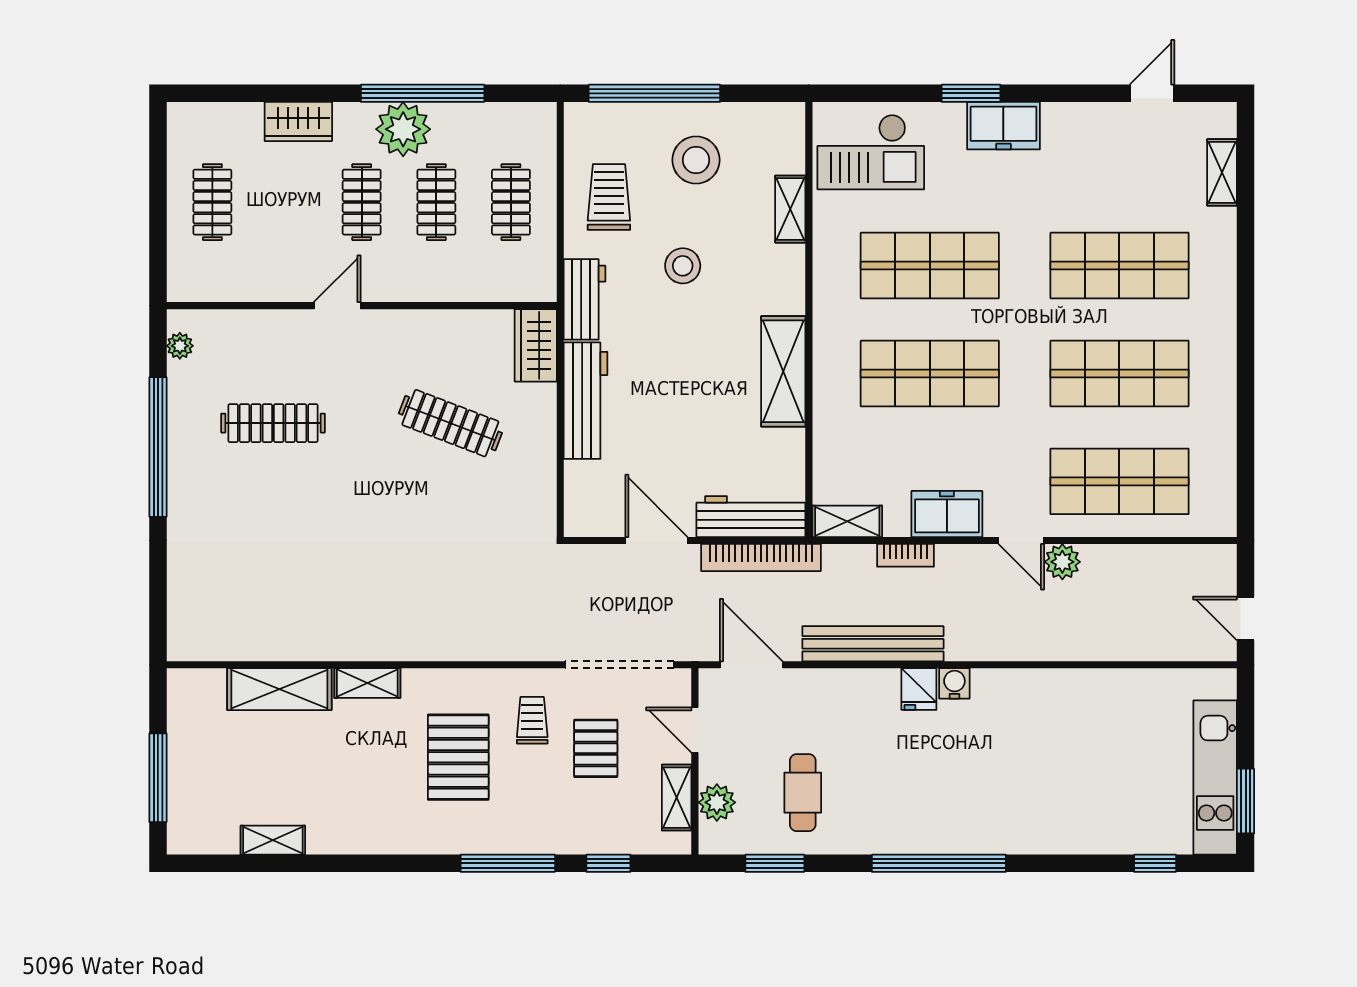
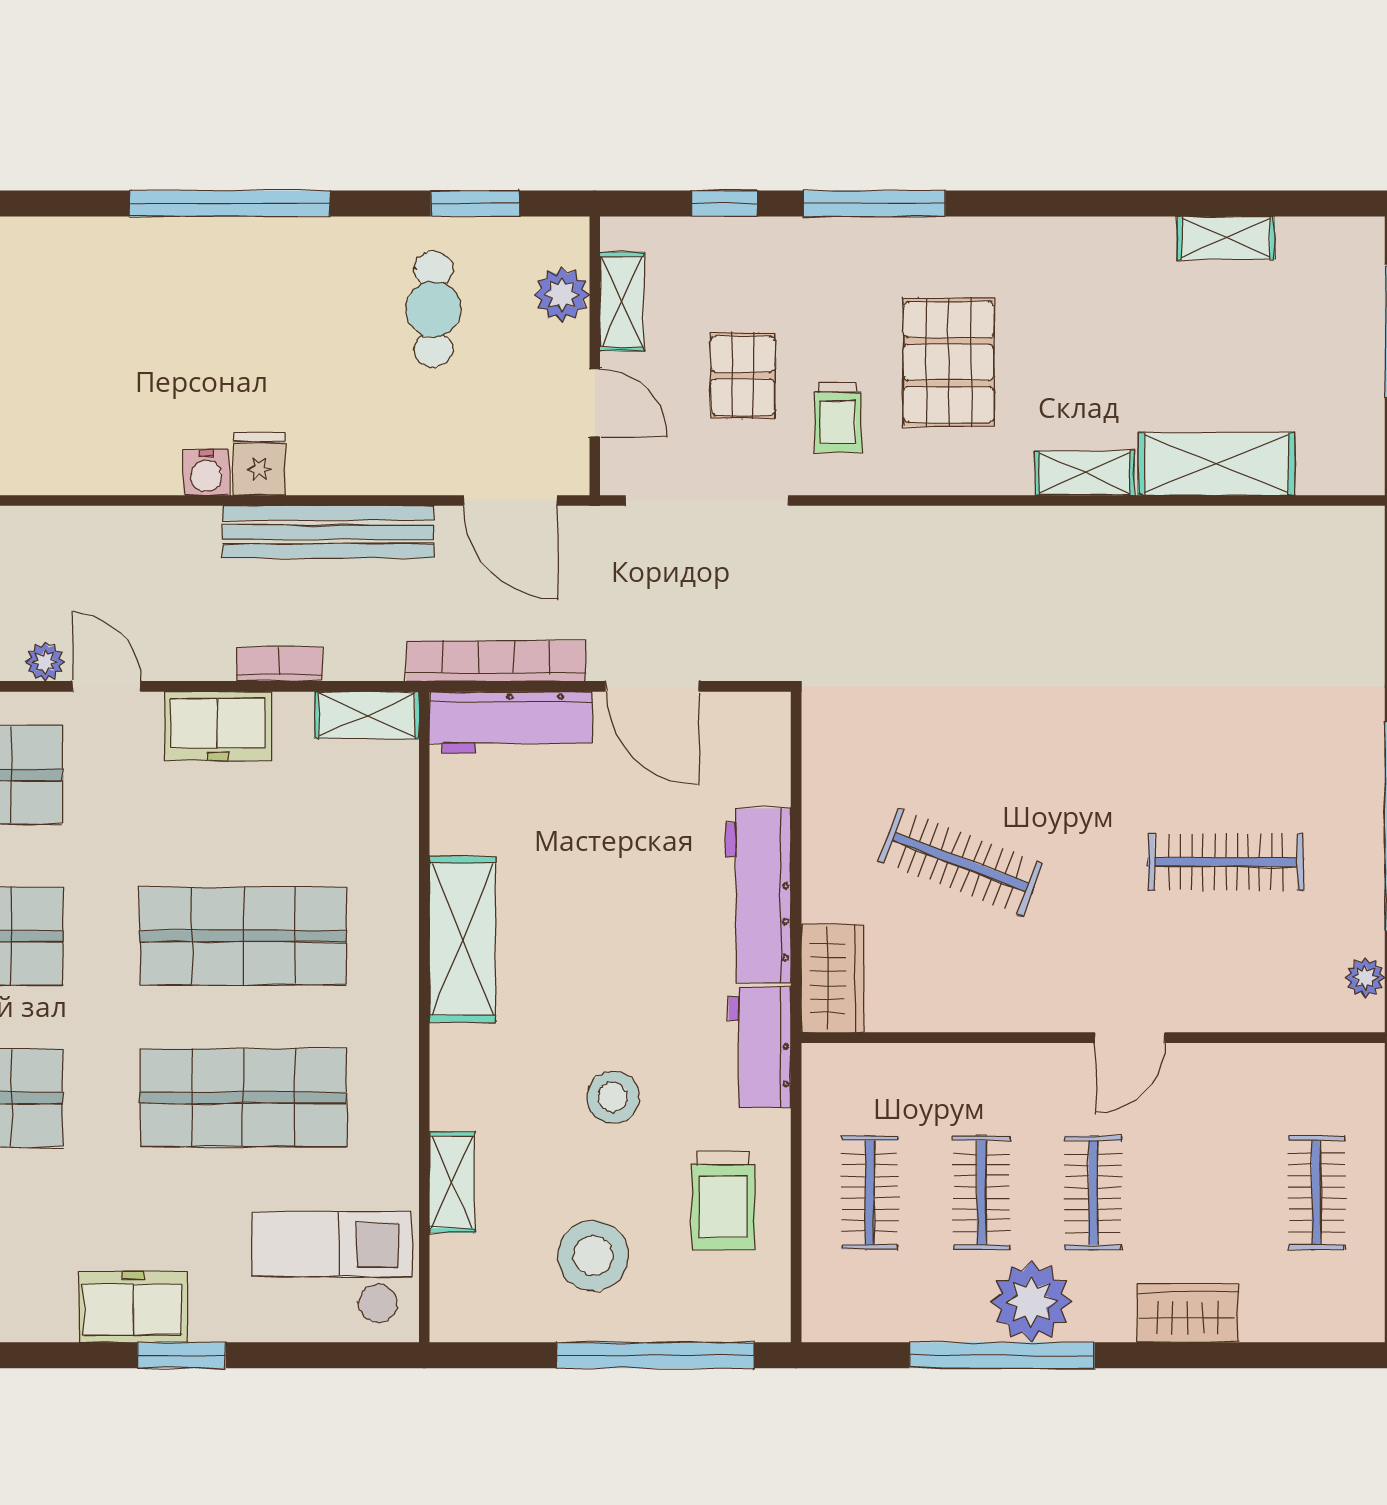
plant: (1062, 562) -> (45, 662), width x0.73, depth x0.73

